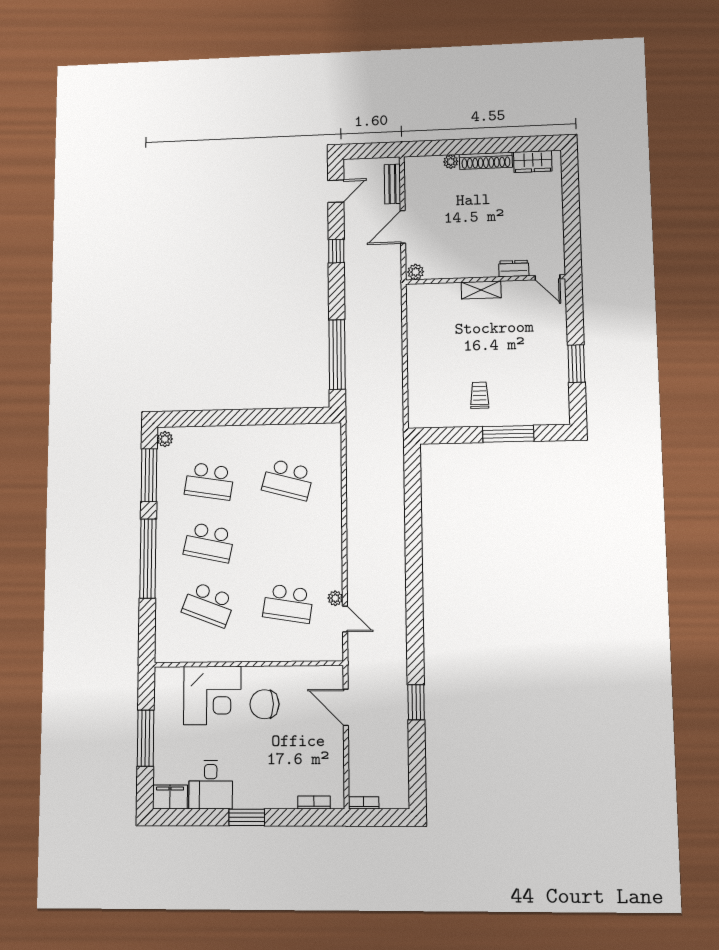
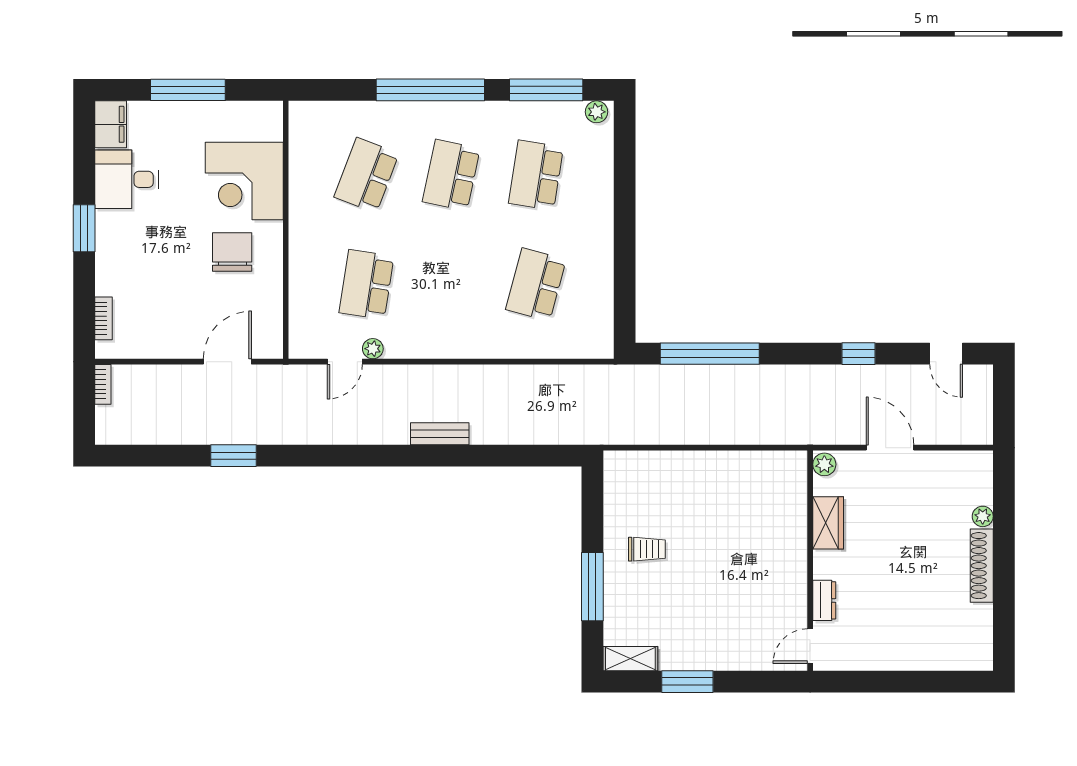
wardrobe: (533, 161) -> (828, 523), moved, turned 180
bench: (392, 184) -> (440, 434), moved
shelving: (481, 290) -> (630, 659), moved, turned 90

